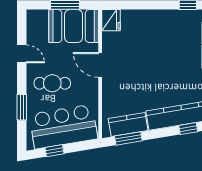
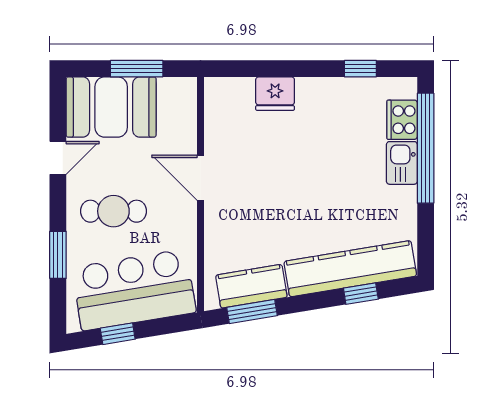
fridge: (111, 20) -> (275, 94), moved, turned 90
booth: (74, 26) -> (111, 107), moved
door: (22, 54) -> (58, 158), hinge flipped

